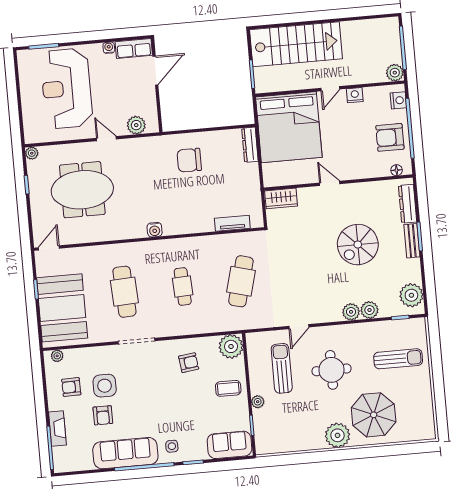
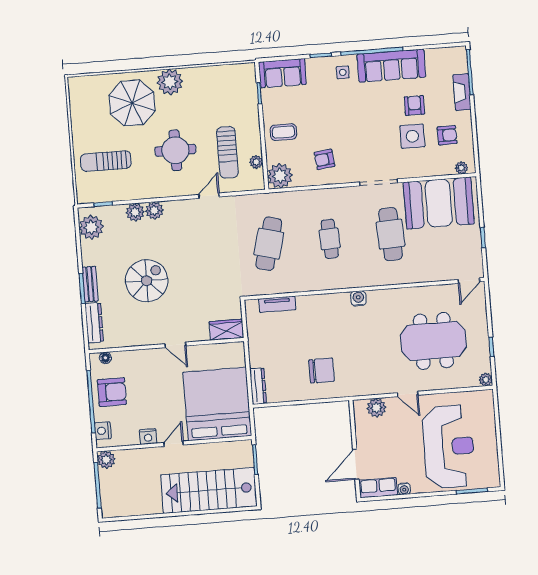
booth: (62, 308) -> (439, 203), moved, turned 90
plant: (258, 402) -> (256, 162), moved

